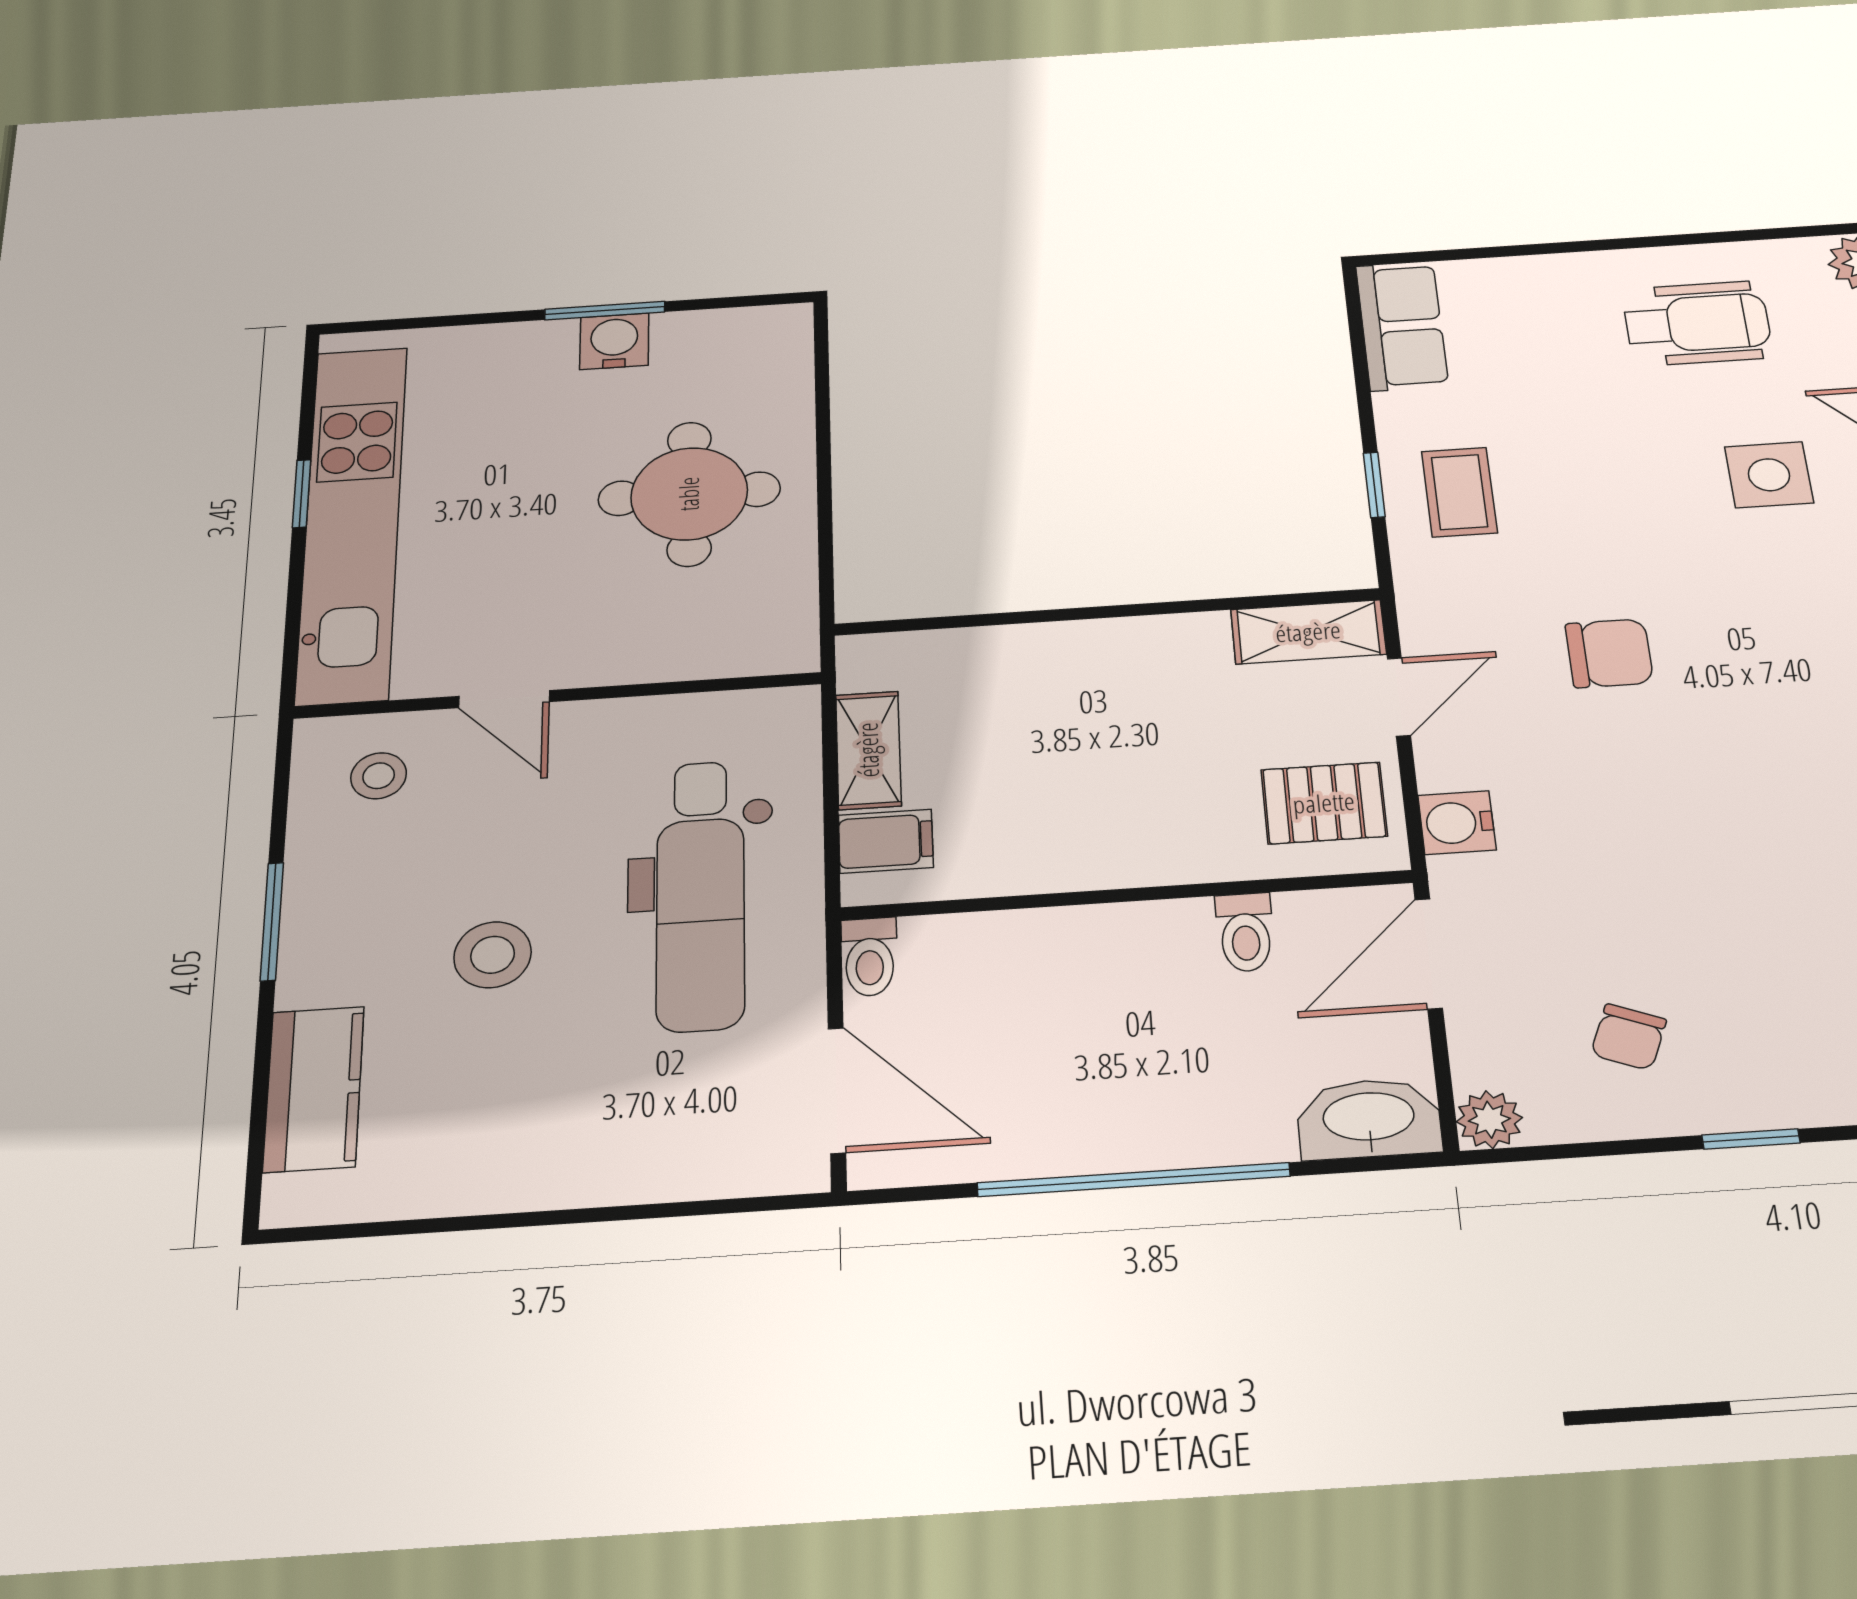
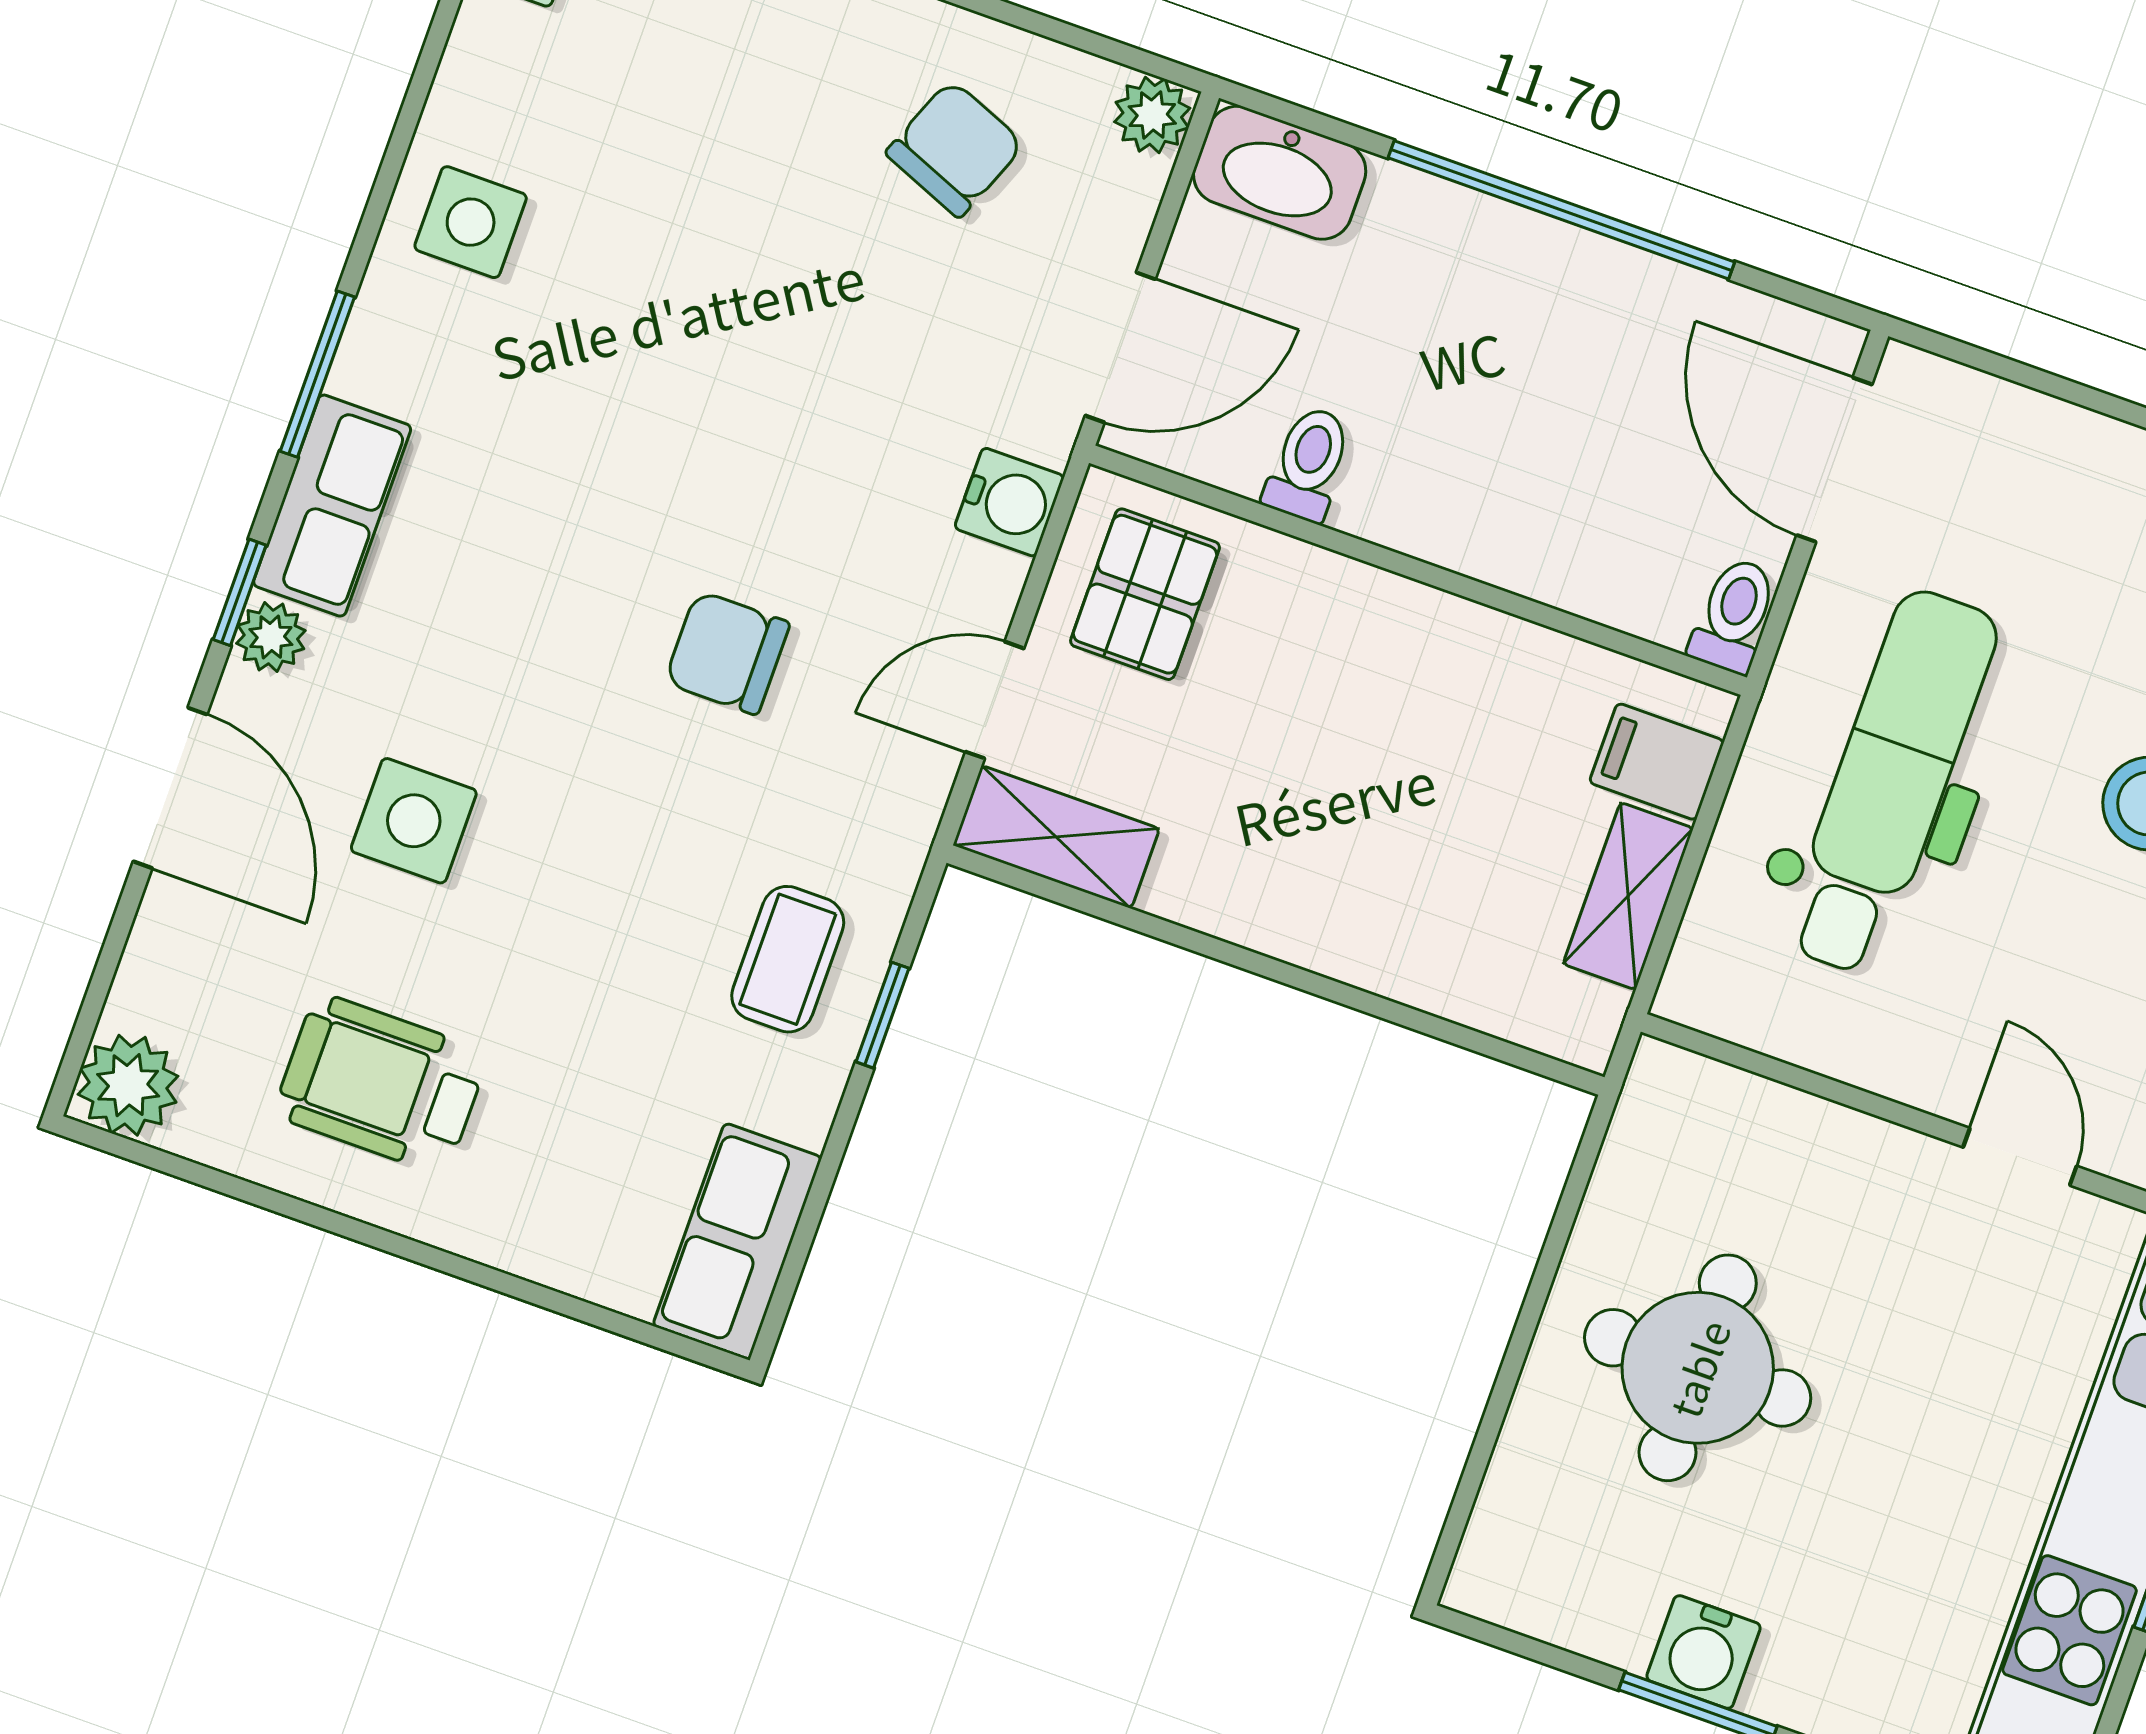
pallet: (1324, 803) -> (1145, 594), turned 90
chair: (1629, 1037) -> (955, 149), width x1.37, depth x1.37

